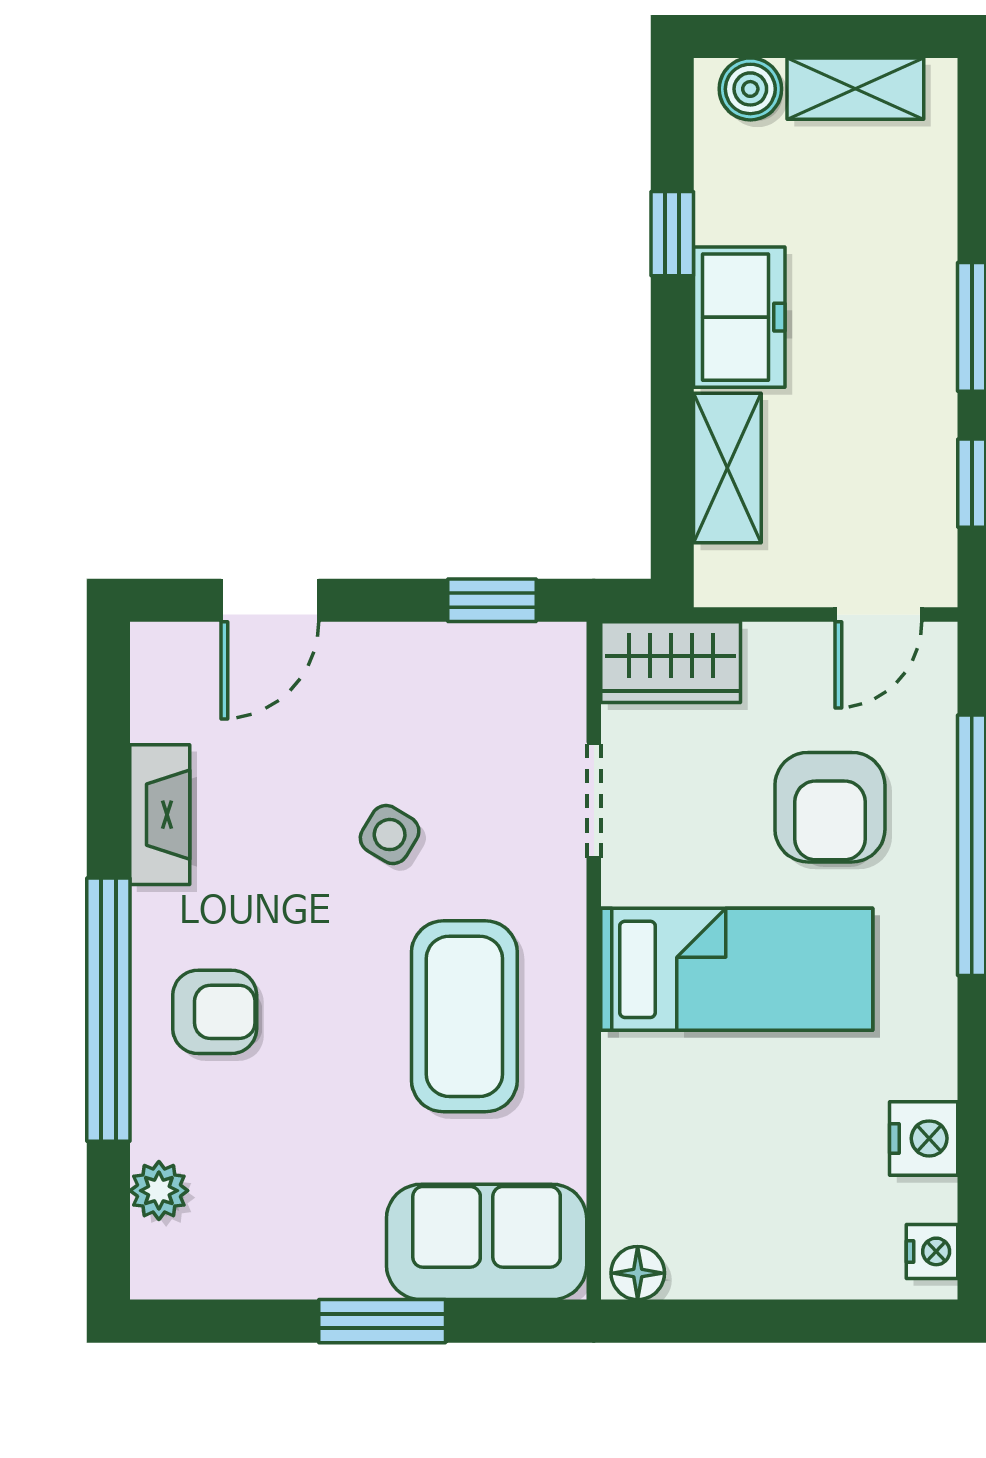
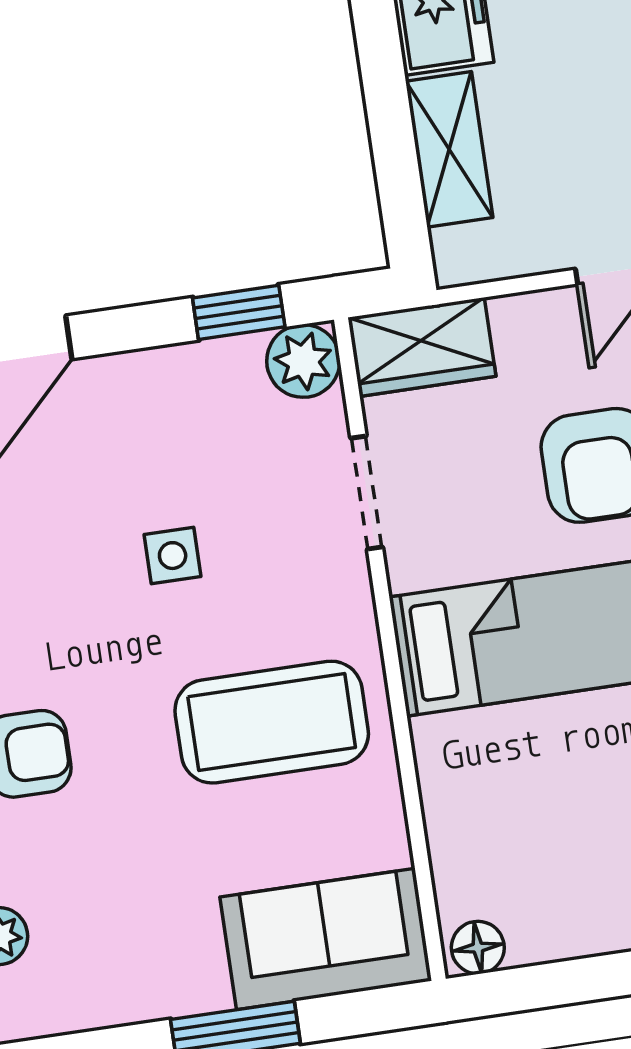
plant: (550, 659) -> (303, 361), added
side table: (390, 835) -> (173, 556), turned -31
coffee table: (464, 1016) -> (272, 722), turned 90

